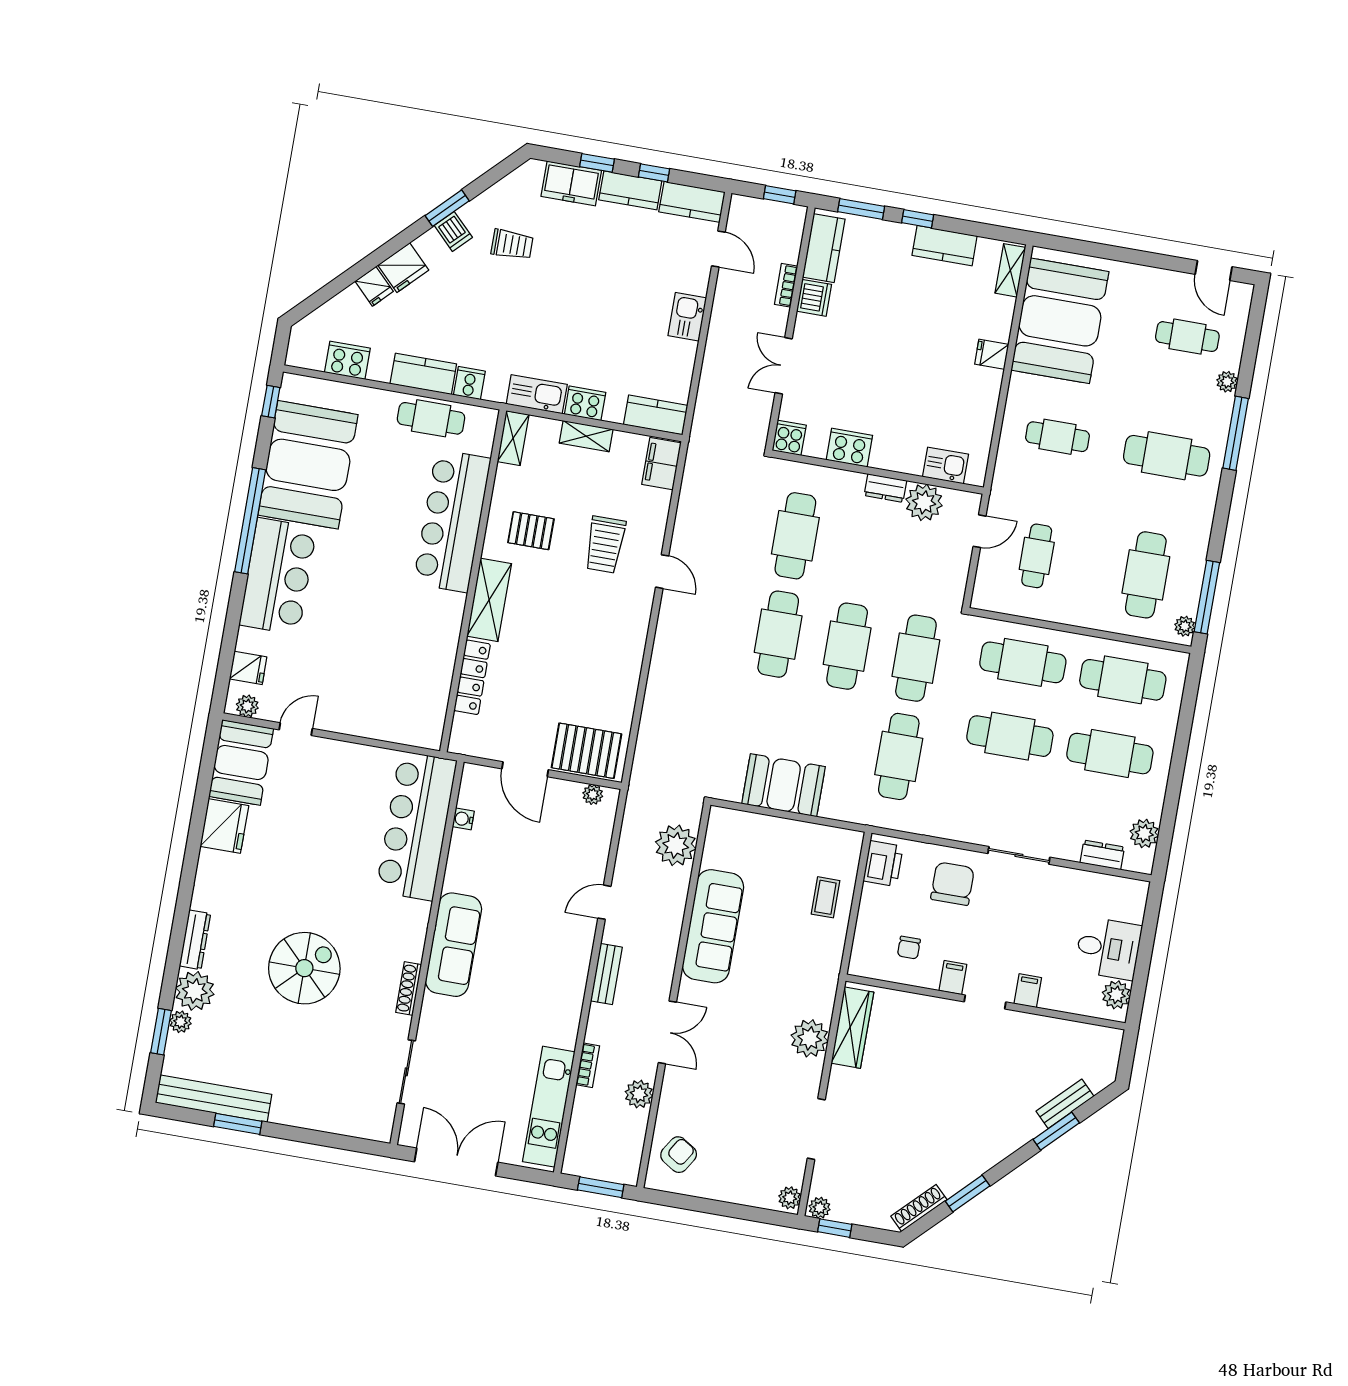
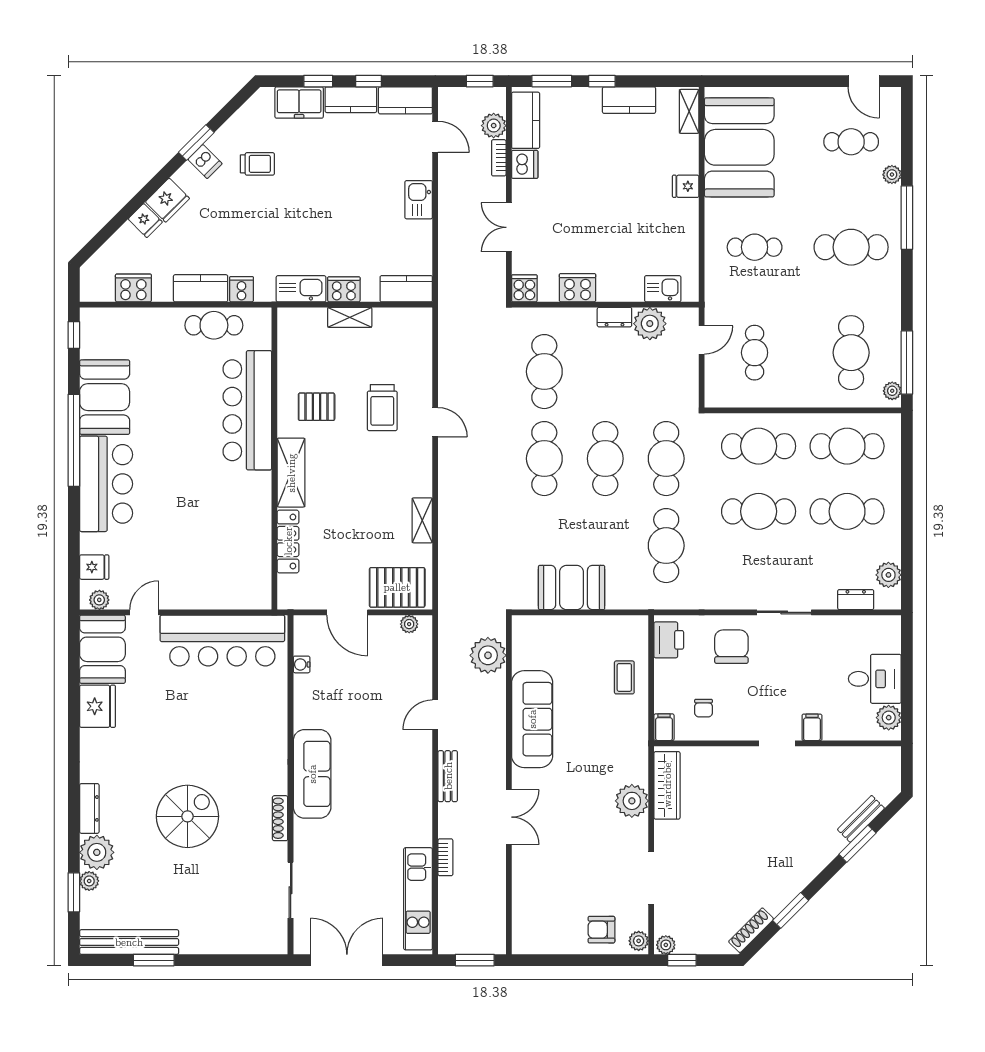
shelving: (513, 438) -> (422, 520), moved
filing cabinet: (662, 464) -> (419, 330), removed
booth: (308, 465) -> (105, 397), width x0.73, depth x0.70
bar counter: (416, 826) -> (222, 641), moved, turned -90
filing cabinet: (953, 978) -> (664, 727), moved
plant: (639, 1094) -> (494, 126), moved
armchair: (679, 1155) -> (601, 930), moved, turned -122

